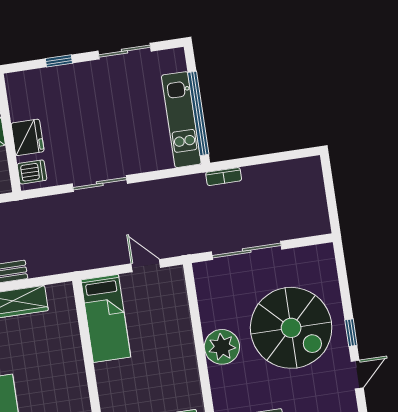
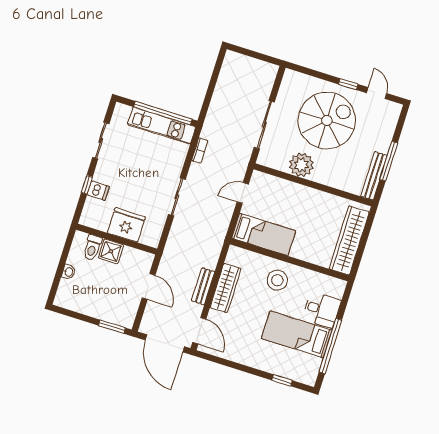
fridge: (28, 137) -> (126, 225), width x1.36, depth x1.34
dishwasher: (32, 172) -> (98, 191), moved, turned 90
bookcase: (224, 177) -> (200, 150), moved
plant: (222, 347) -> (301, 165), moved
stool: (56, 364) -> (277, 280), added

